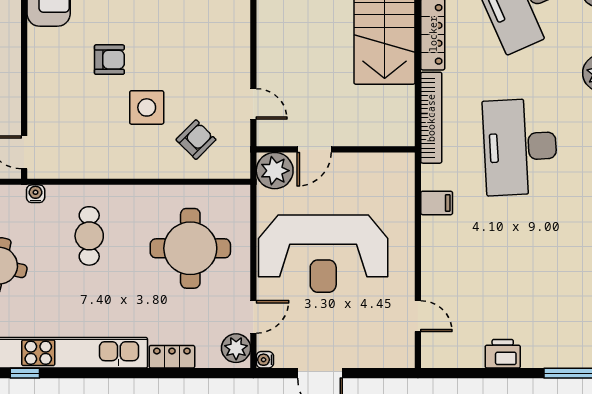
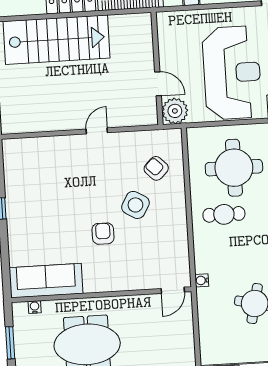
door: (253, 104) -> (97, 131), moved
side table: (147, 107) -> (135, 205), turned 30
cafe table: (89, 236) -> (224, 214), moved

